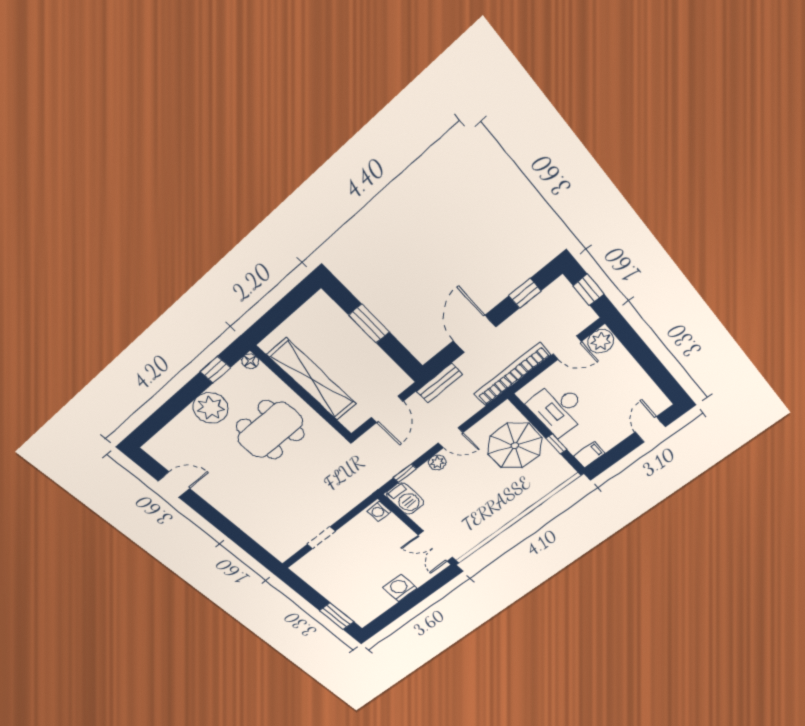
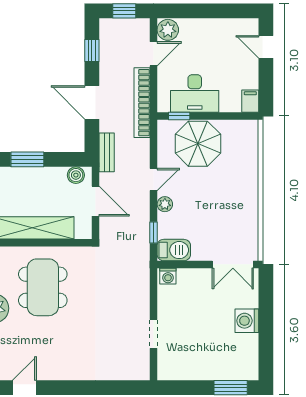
boiler: (395, 375) -> (76, 175), added
window: (556, 444) -> (179, 116), moved

